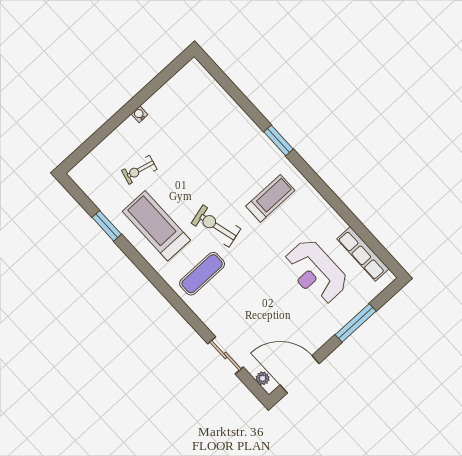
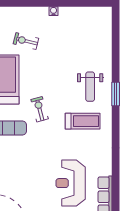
weight bench: (246, 157) -> (90, 87), added
exercise bike: (216, 226) -> (40, 109), width x0.73, depth x0.72

